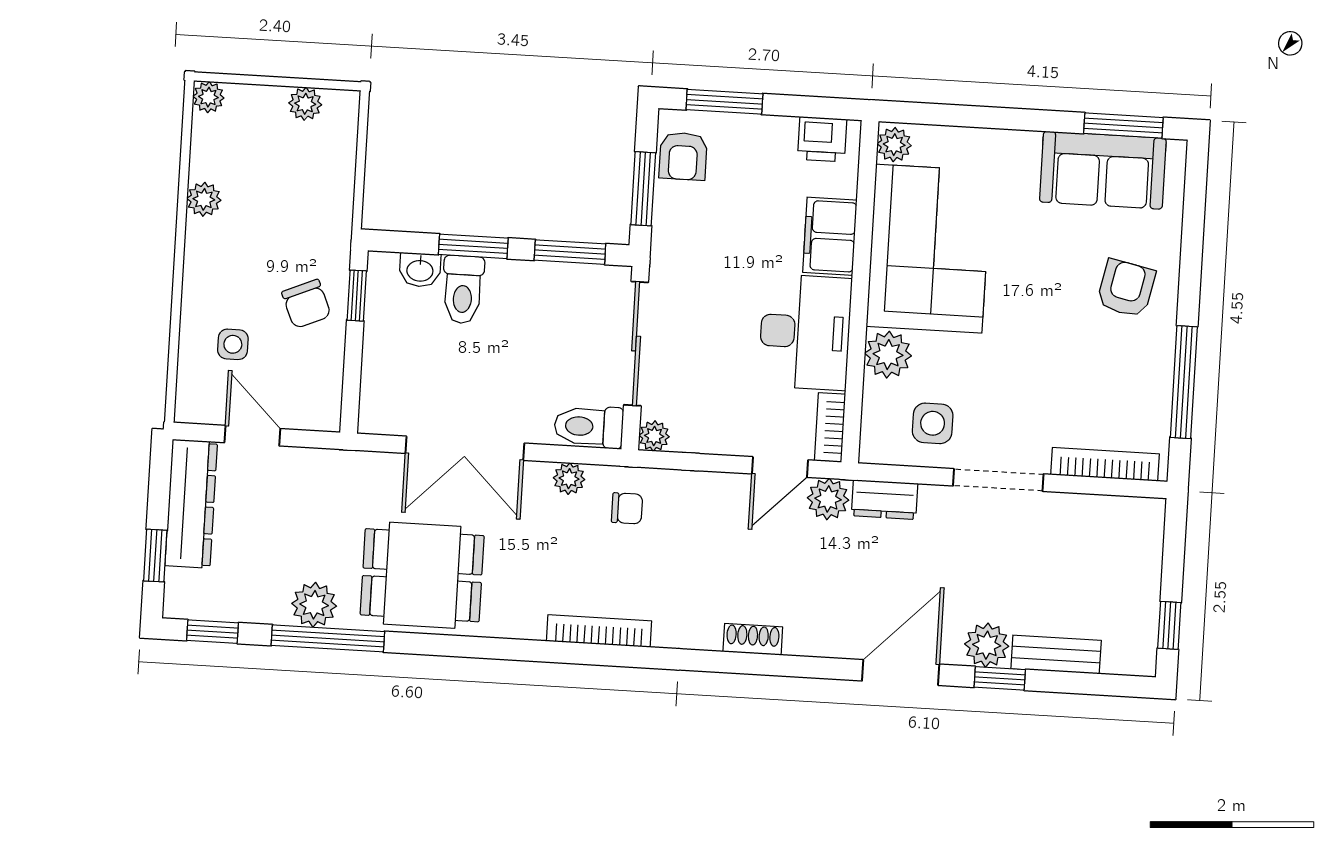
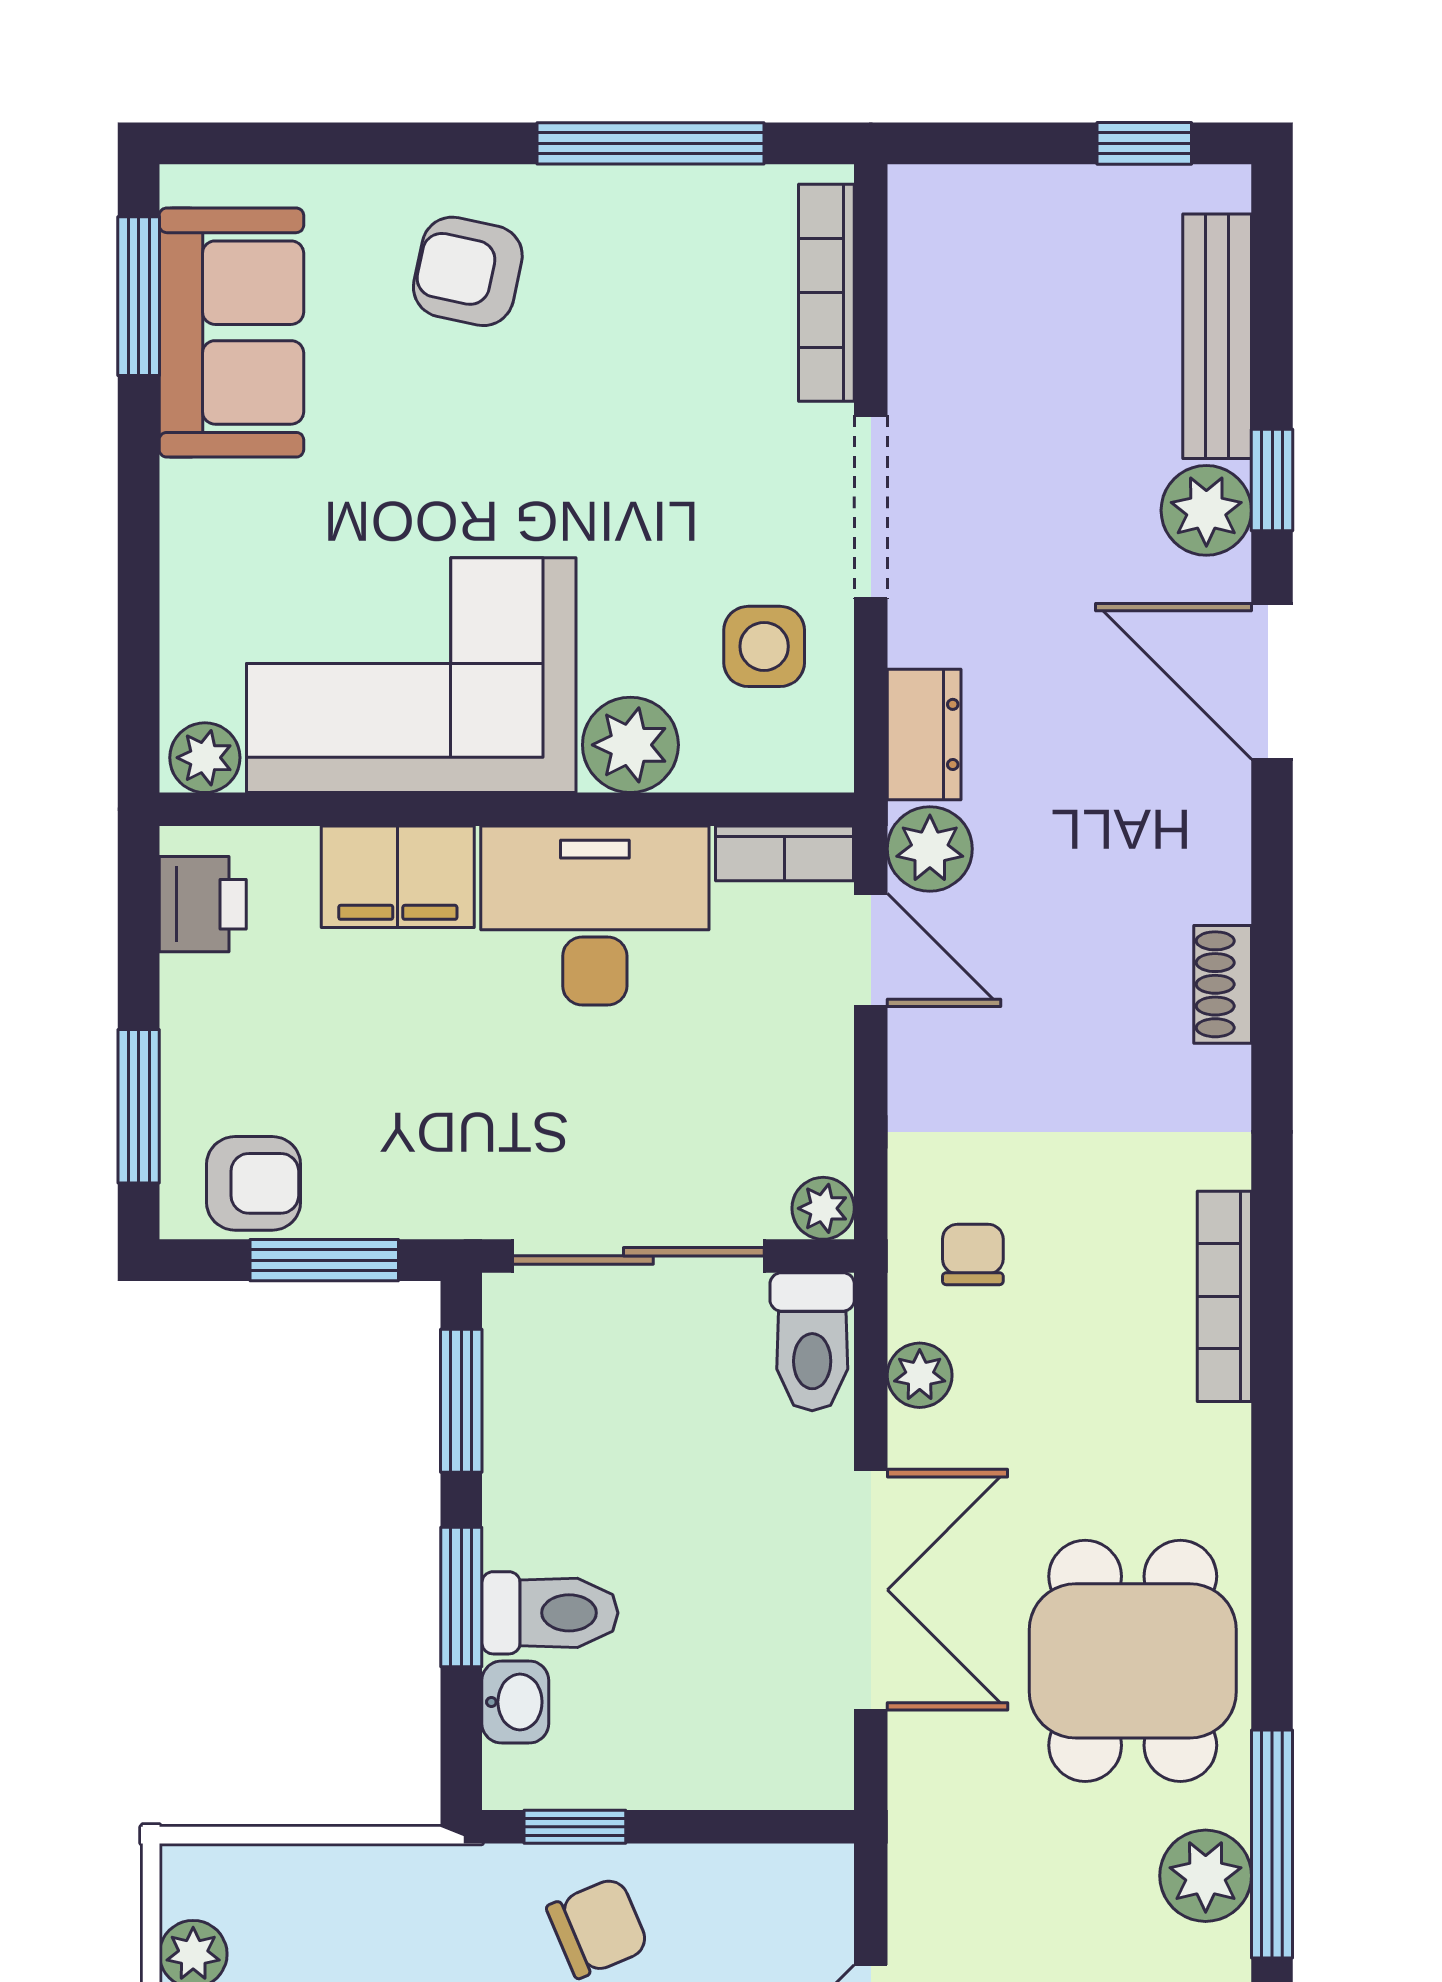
bench: (1056, 655) -> (1217, 336), width x1.36

